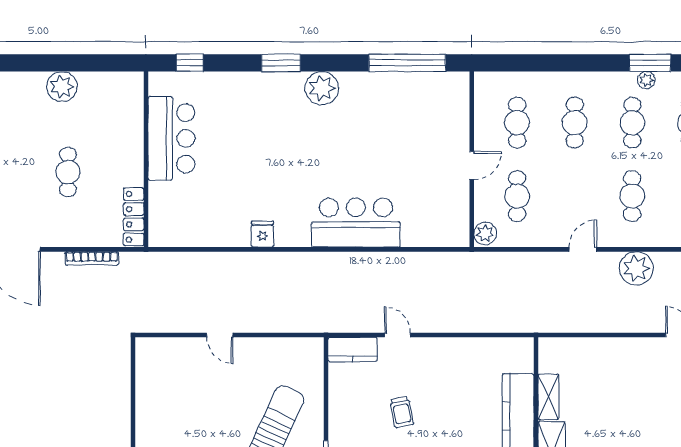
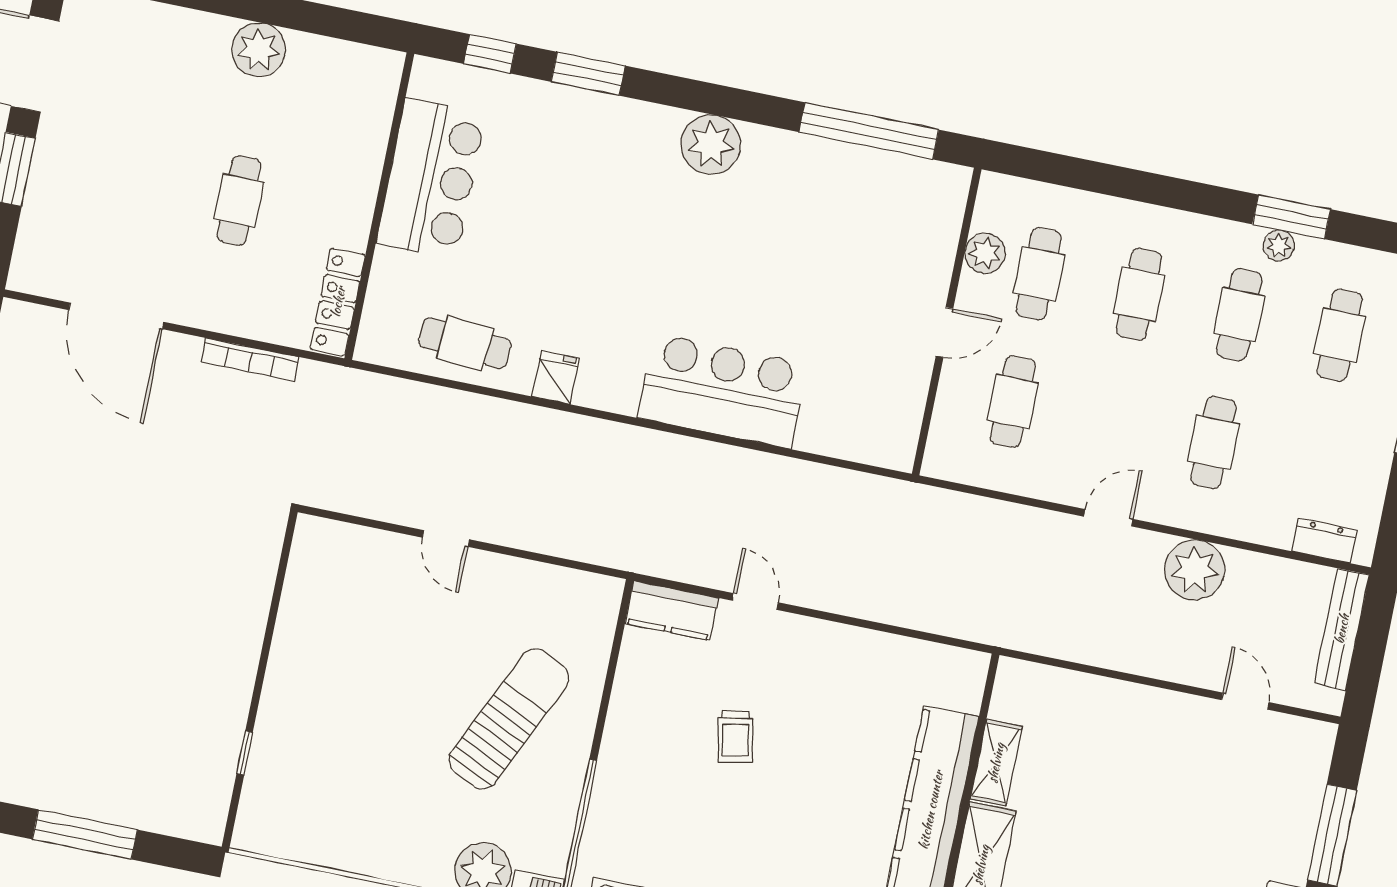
window: (281, 63) -> (588, 74), moved
cafe table: (208, 225) -> (465, 343), added
plant: (485, 233) -> (985, 253), moved

